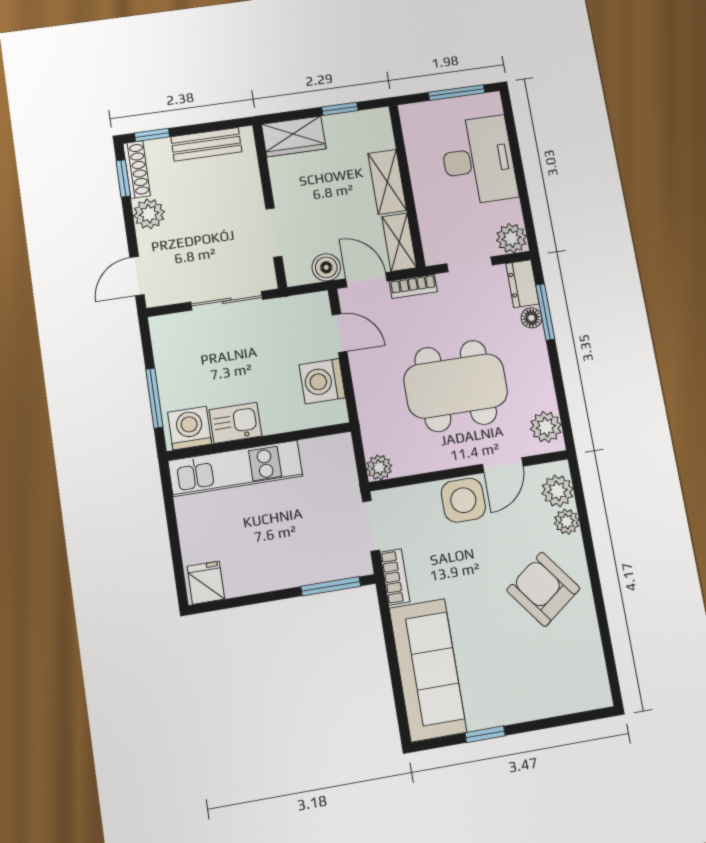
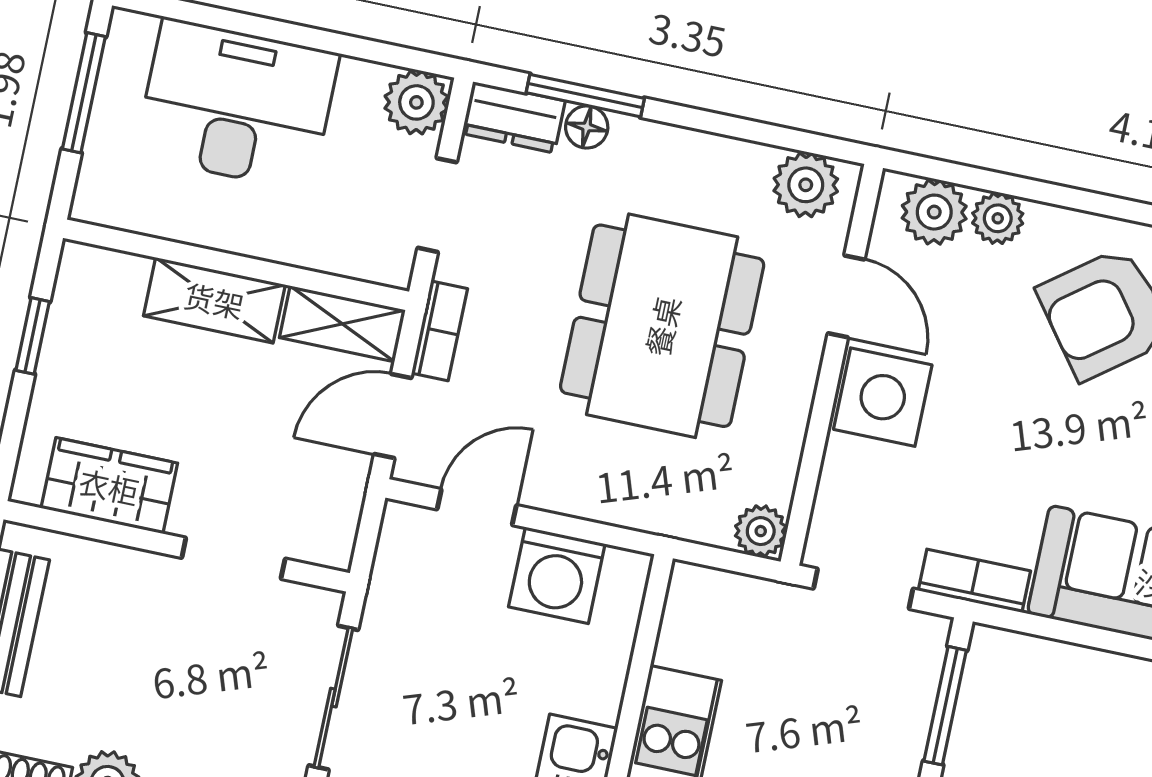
wardrobe: (294, 136) -> (109, 486), moved, turned -90
boiler: (326, 267) -> (339, 484), removed

